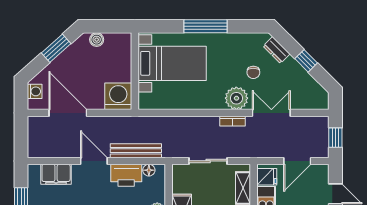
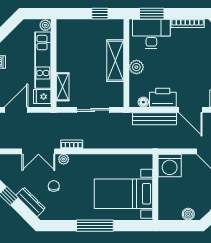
dresser: (276, 50) -> (31, 202), width x1.44
plant: (236, 98) -> (64, 159), width x0.53, depth x0.53

